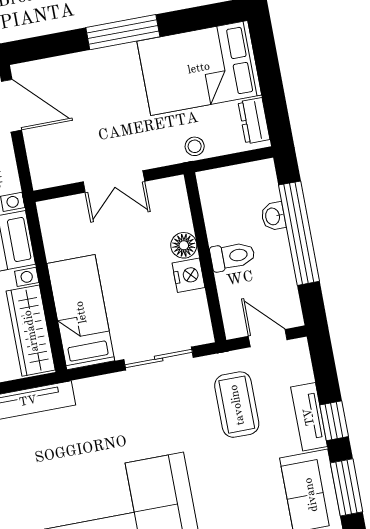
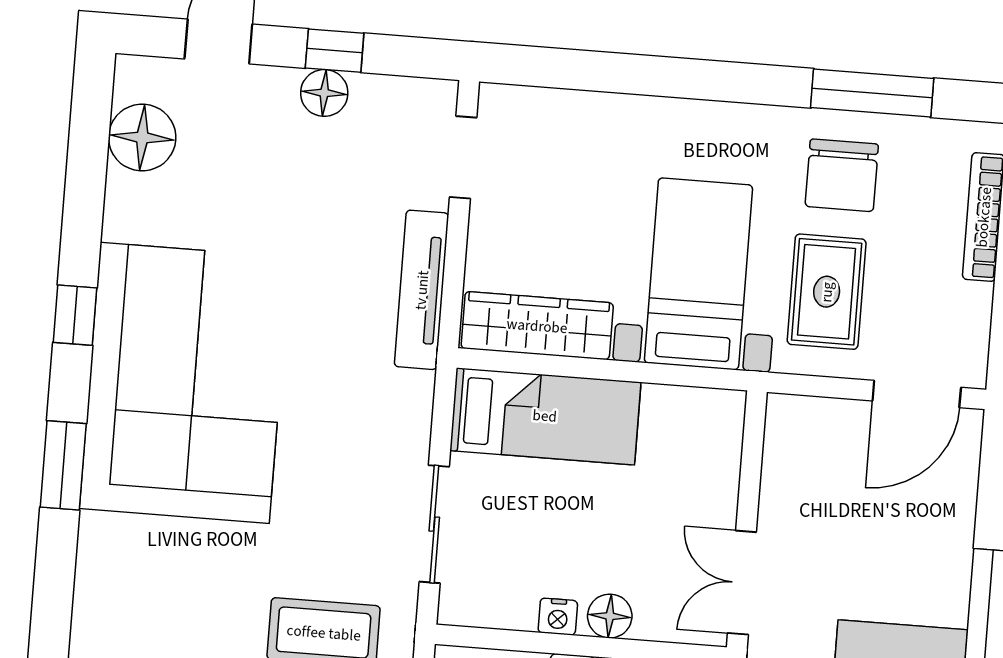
double door: (114, 182) -> (742, 583), moved
nightstand: (188, 275) -> (558, 617), width x0.72, depth x0.74

